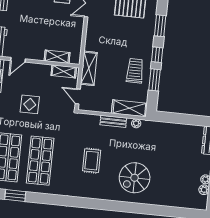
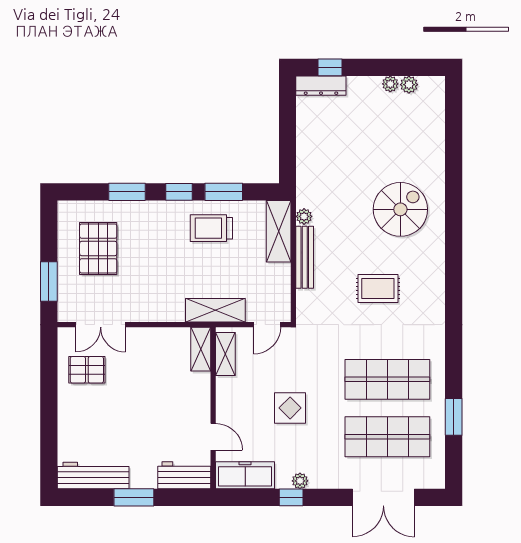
shelving: (57, 57) -> (201, 349), moved
bench: (113, 121) -> (305, 257), width x1.36
spiral stairs: (135, 178) -> (400, 209), turned -90

